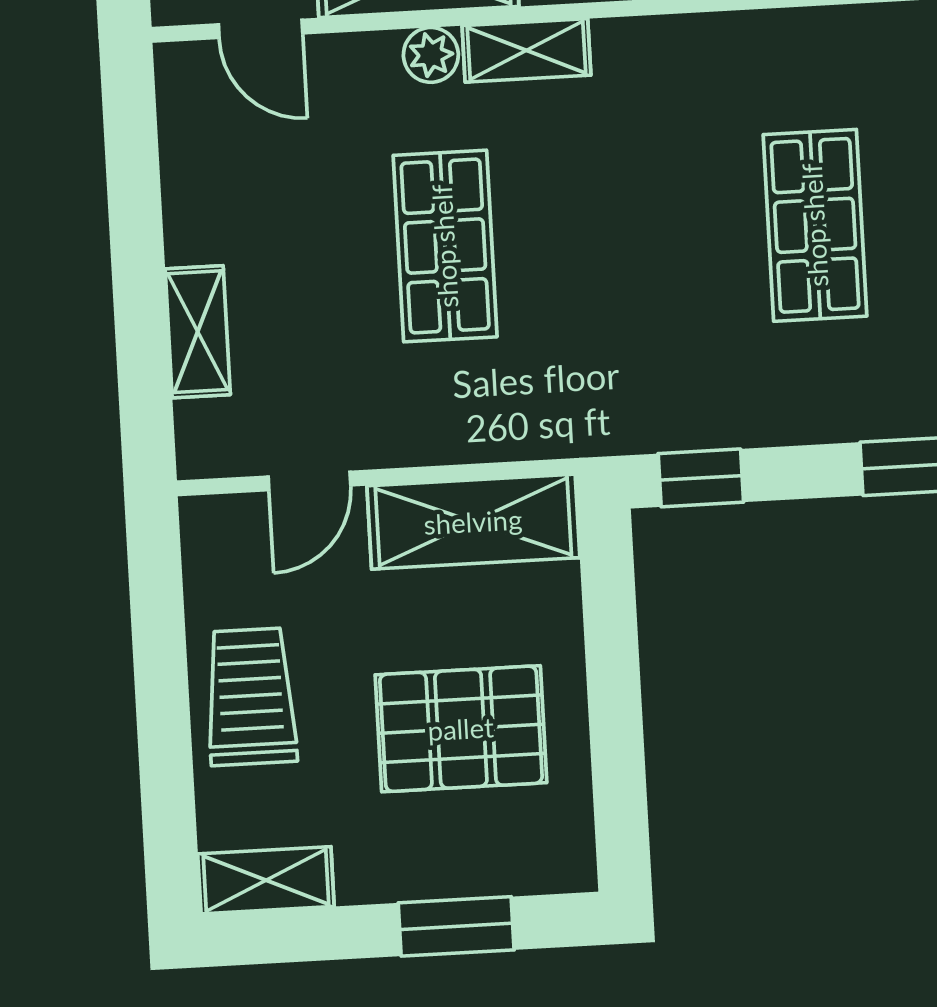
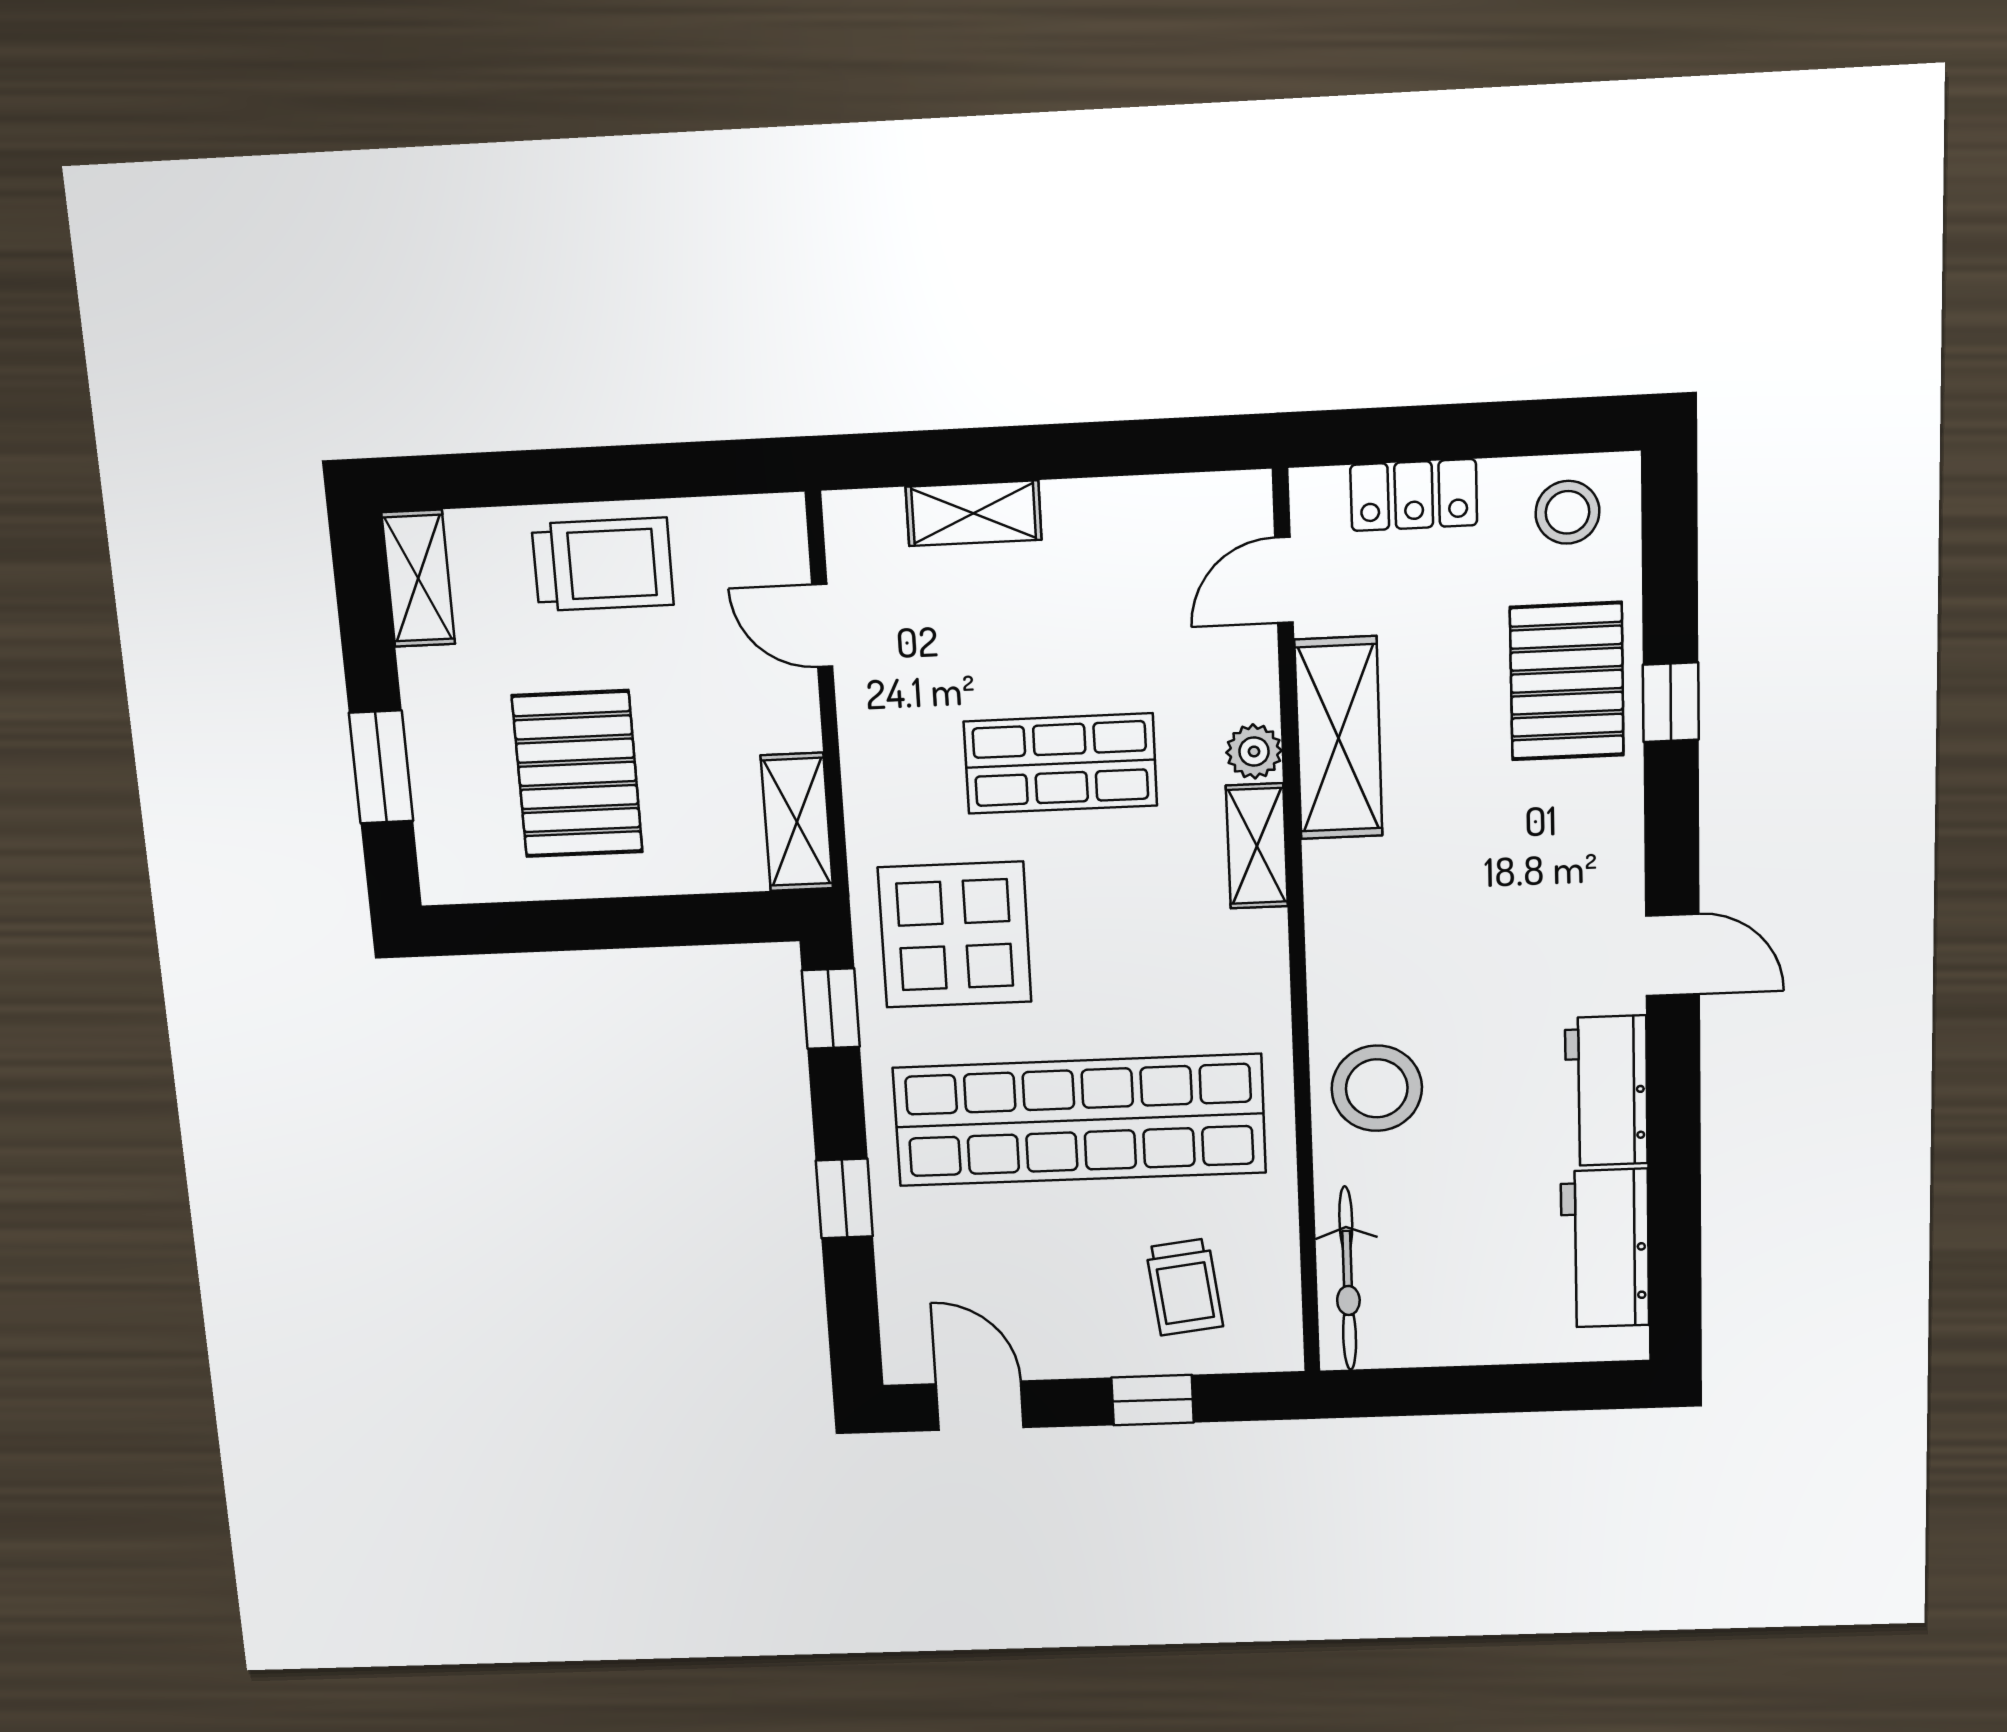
shop shelf: (815, 225) -> (1079, 1120), width x2.00, depth x1.36
display table: (622, 352) -> (955, 935), added
shelving: (473, 522) -> (797, 822), width x0.67, depth x0.75

